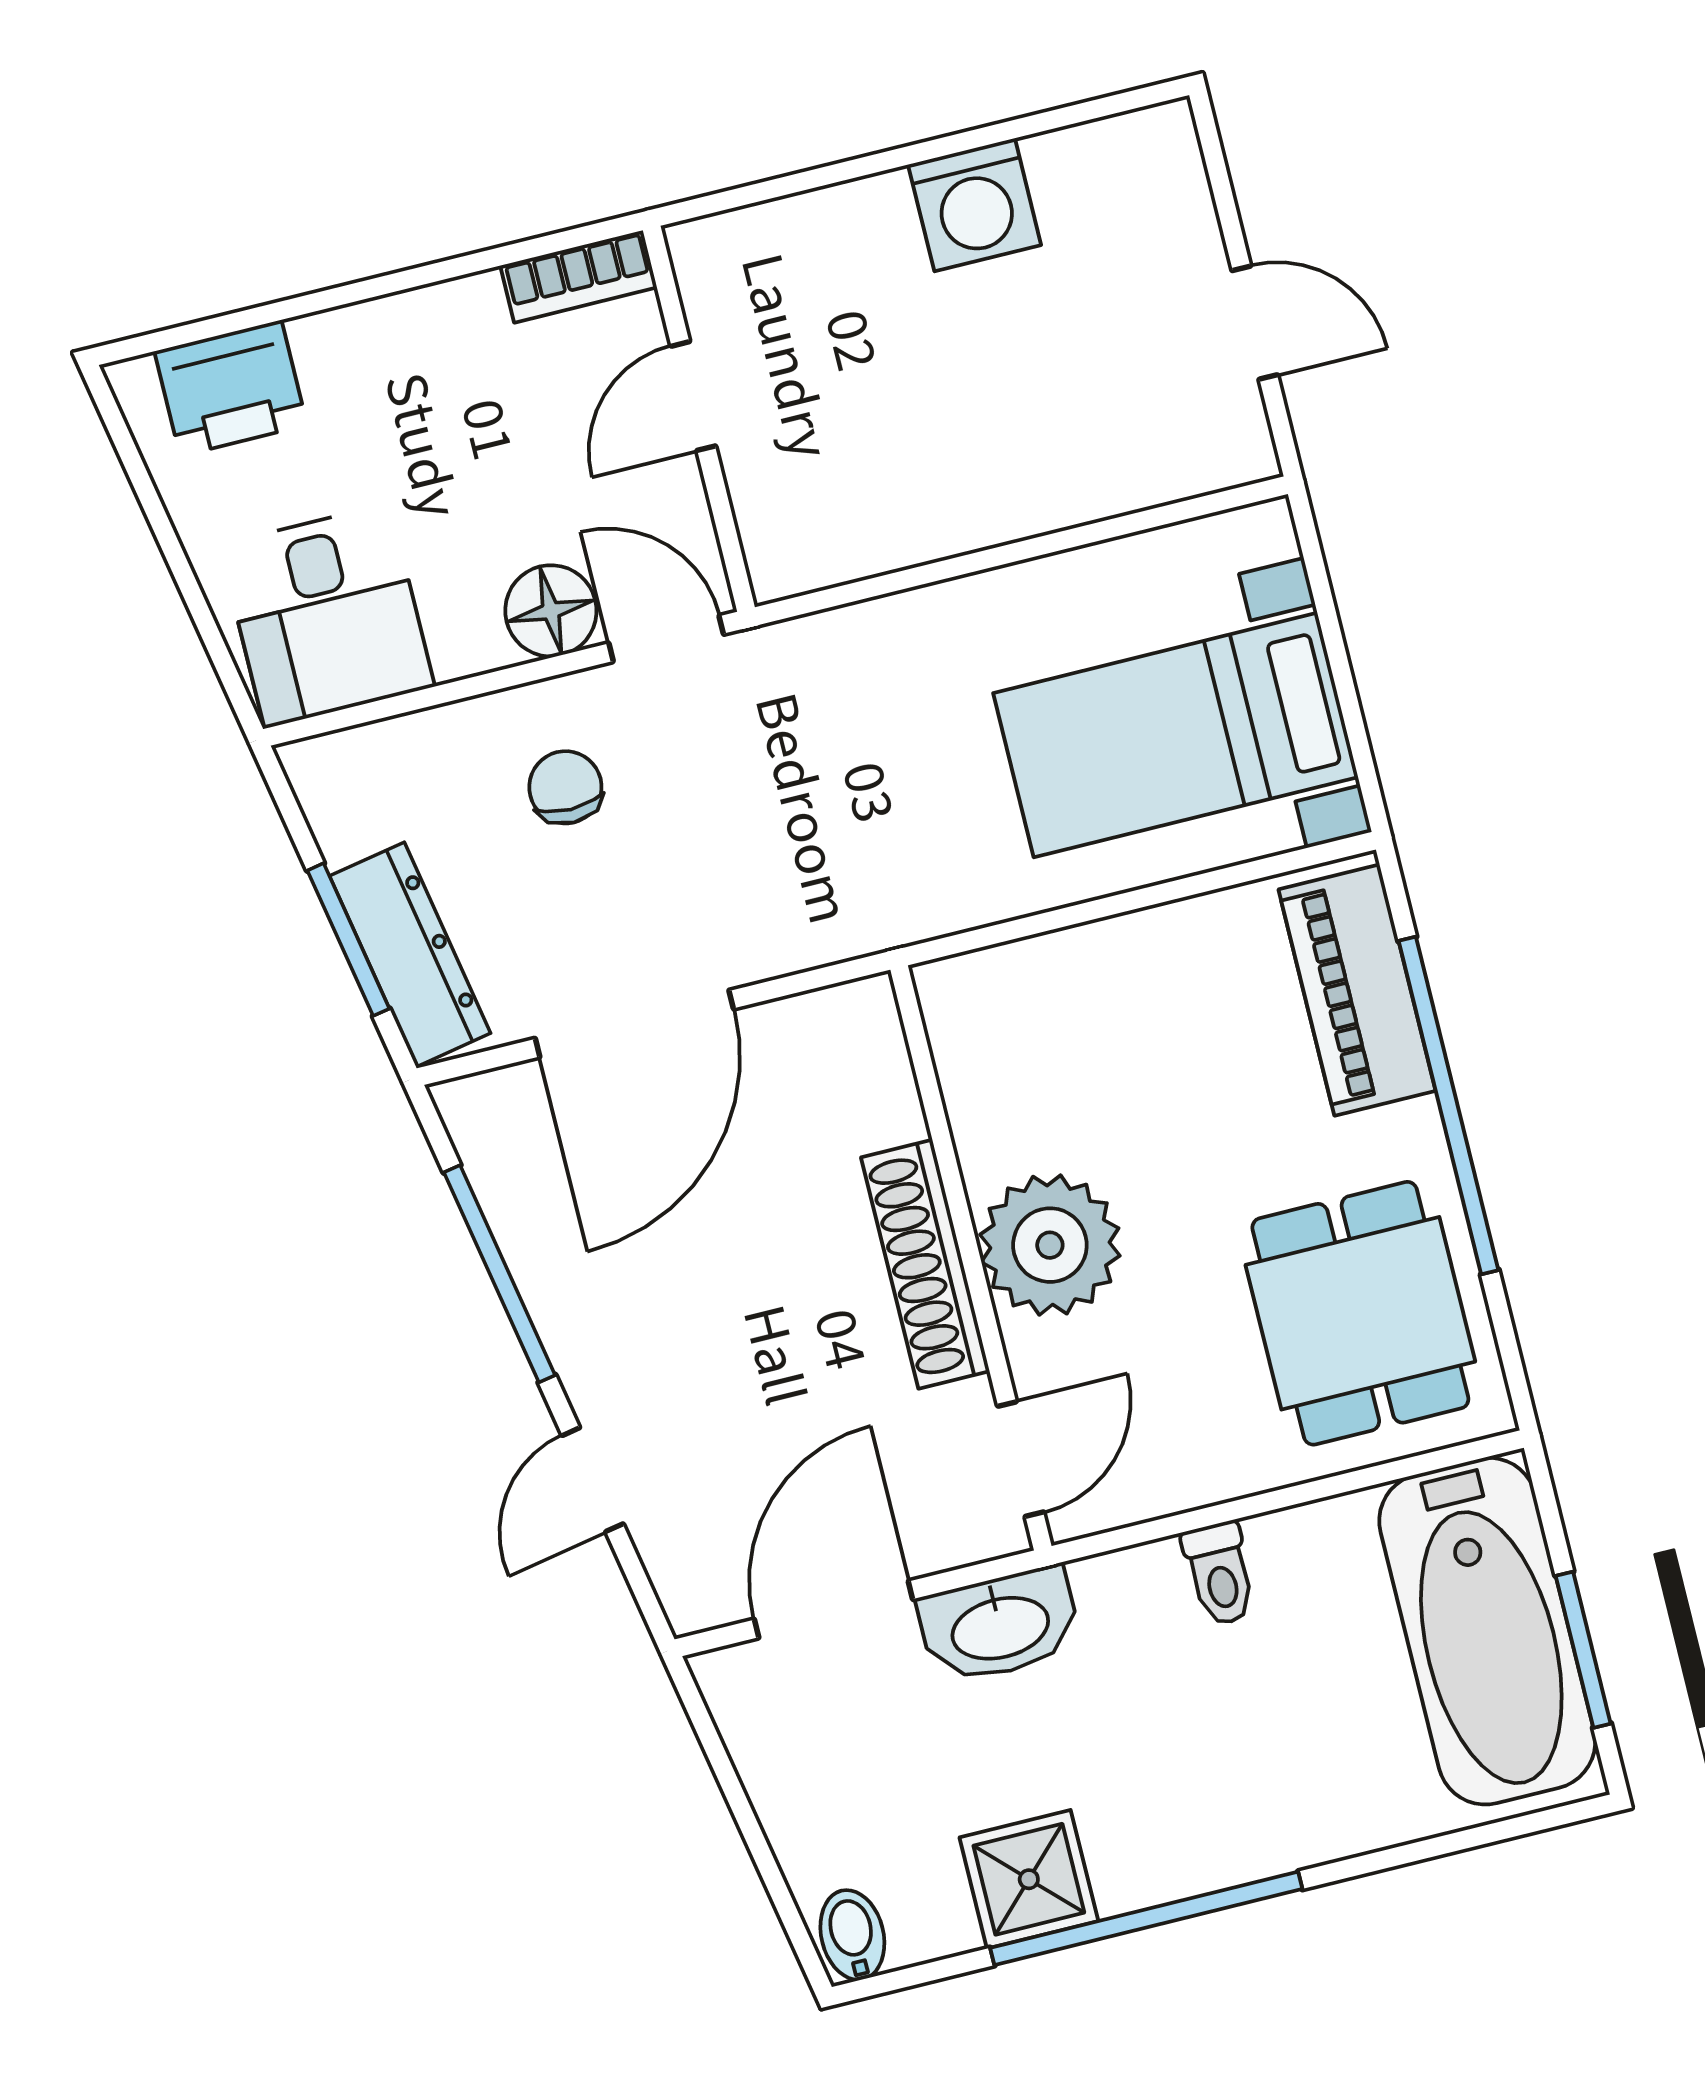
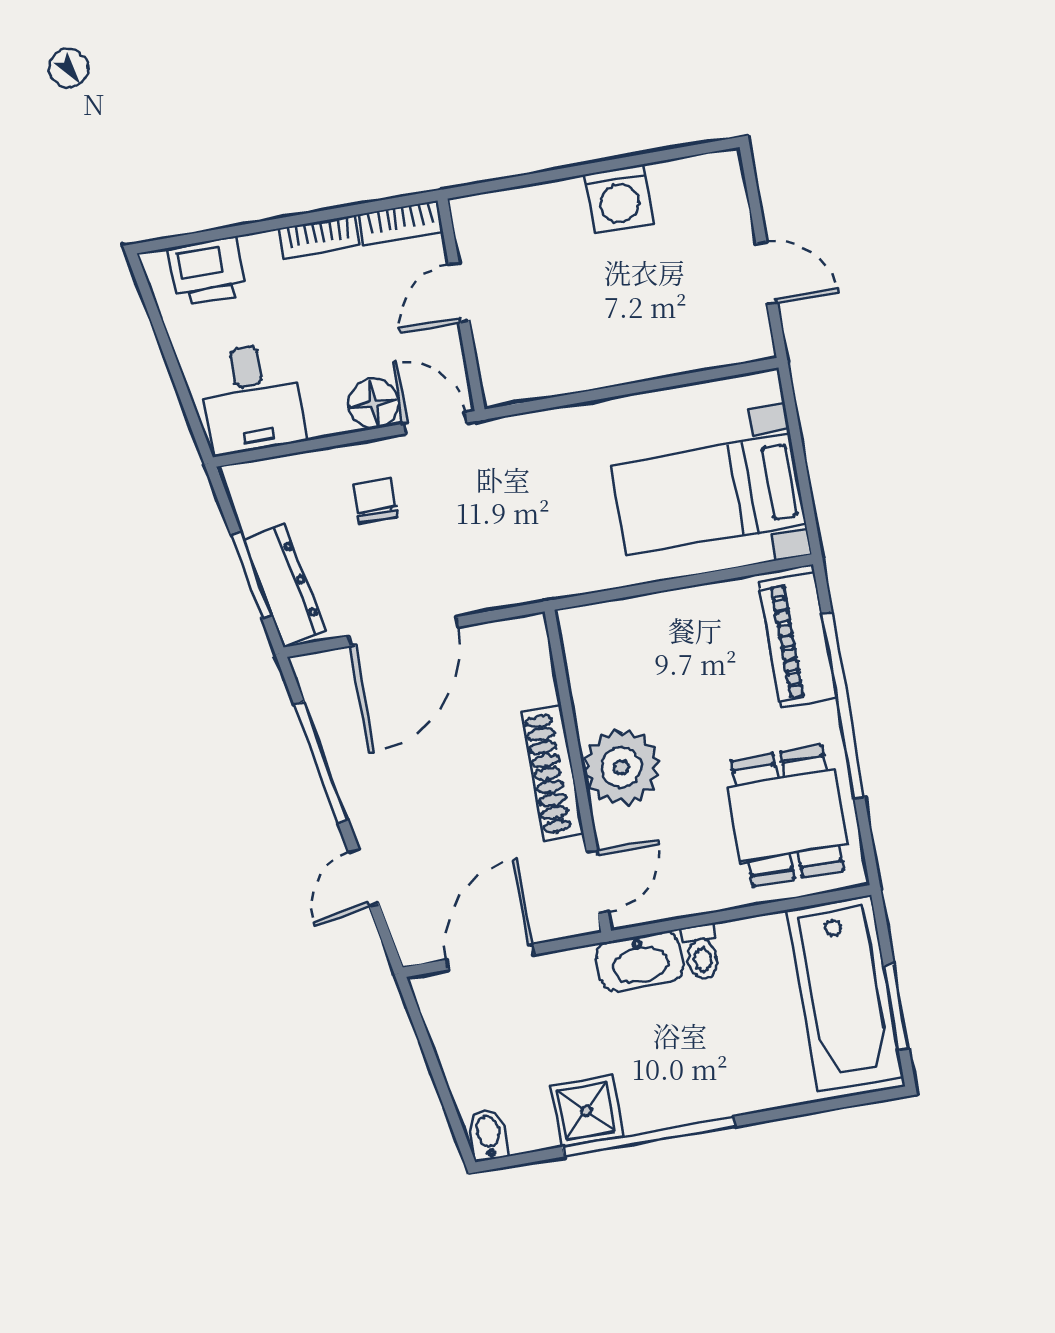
bookcase: (431, 312) -> (319, 237), added
washbasin: (1000, 1625) -> (640, 961), moved

